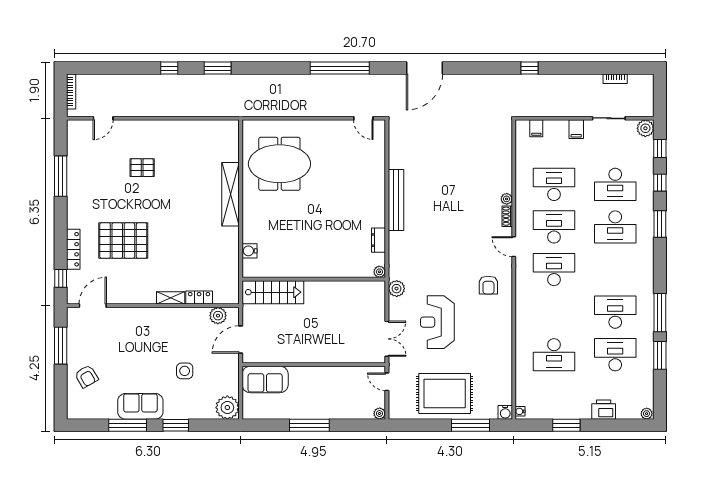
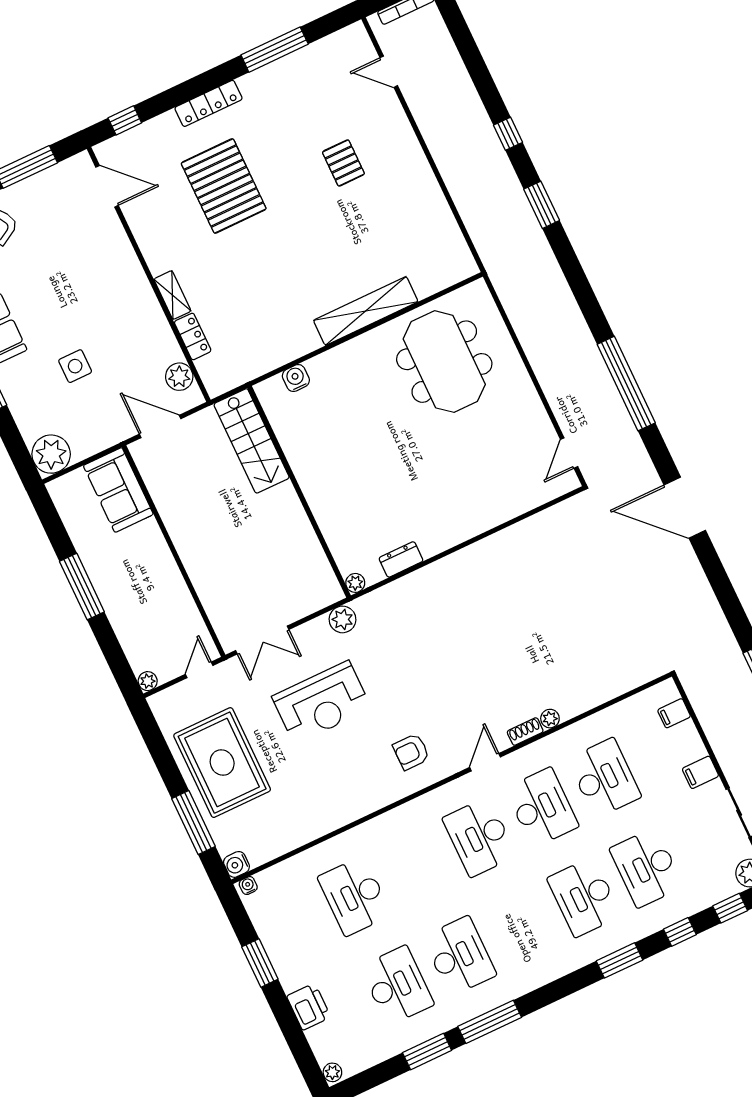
bench: (396, 200) -> (472, 557), removed
locker: (73, 249) -> (209, 103), moved
desk: (554, 270) -> (479, 837), turned 180
reception desk: (437, 322) -> (322, 702), turned 180

